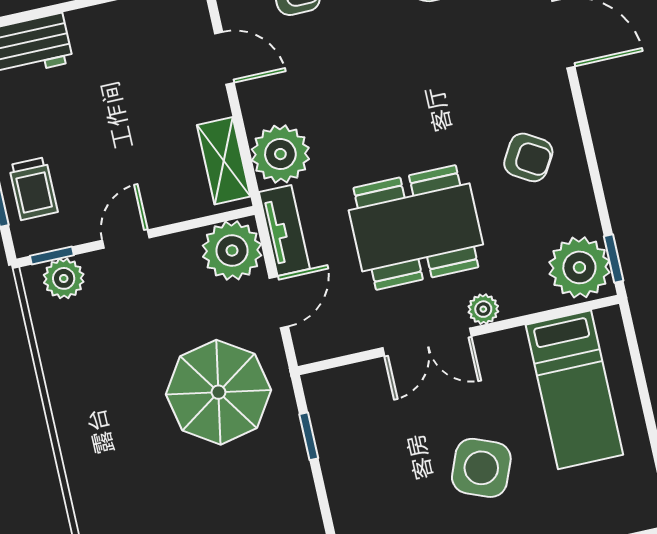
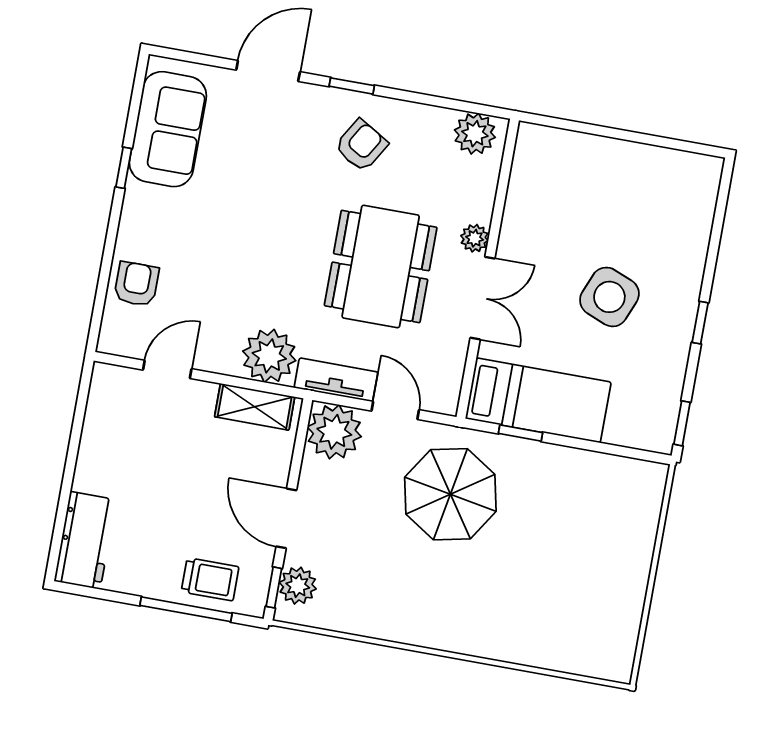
door: (126, 239) -> (286, 518), width x1.38
window: (614, 258) -> (352, 86), moved
plant: (579, 267) -> (475, 134), width x0.73, depth x0.73
bed: (574, 390) -> (538, 400), moved

